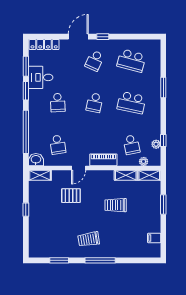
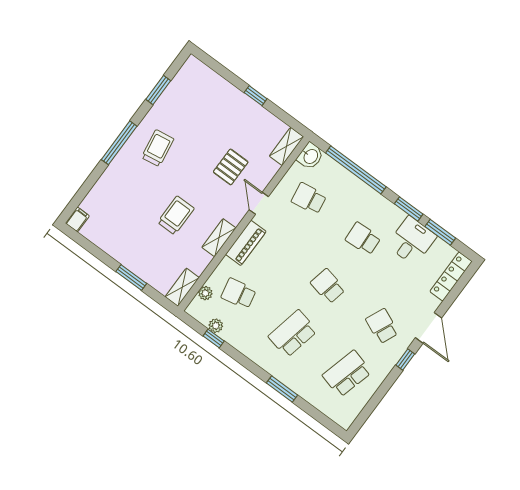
shelving: (126, 175) -> (219, 238), moved
filing cabinet: (154, 238) -> (77, 219), moved

